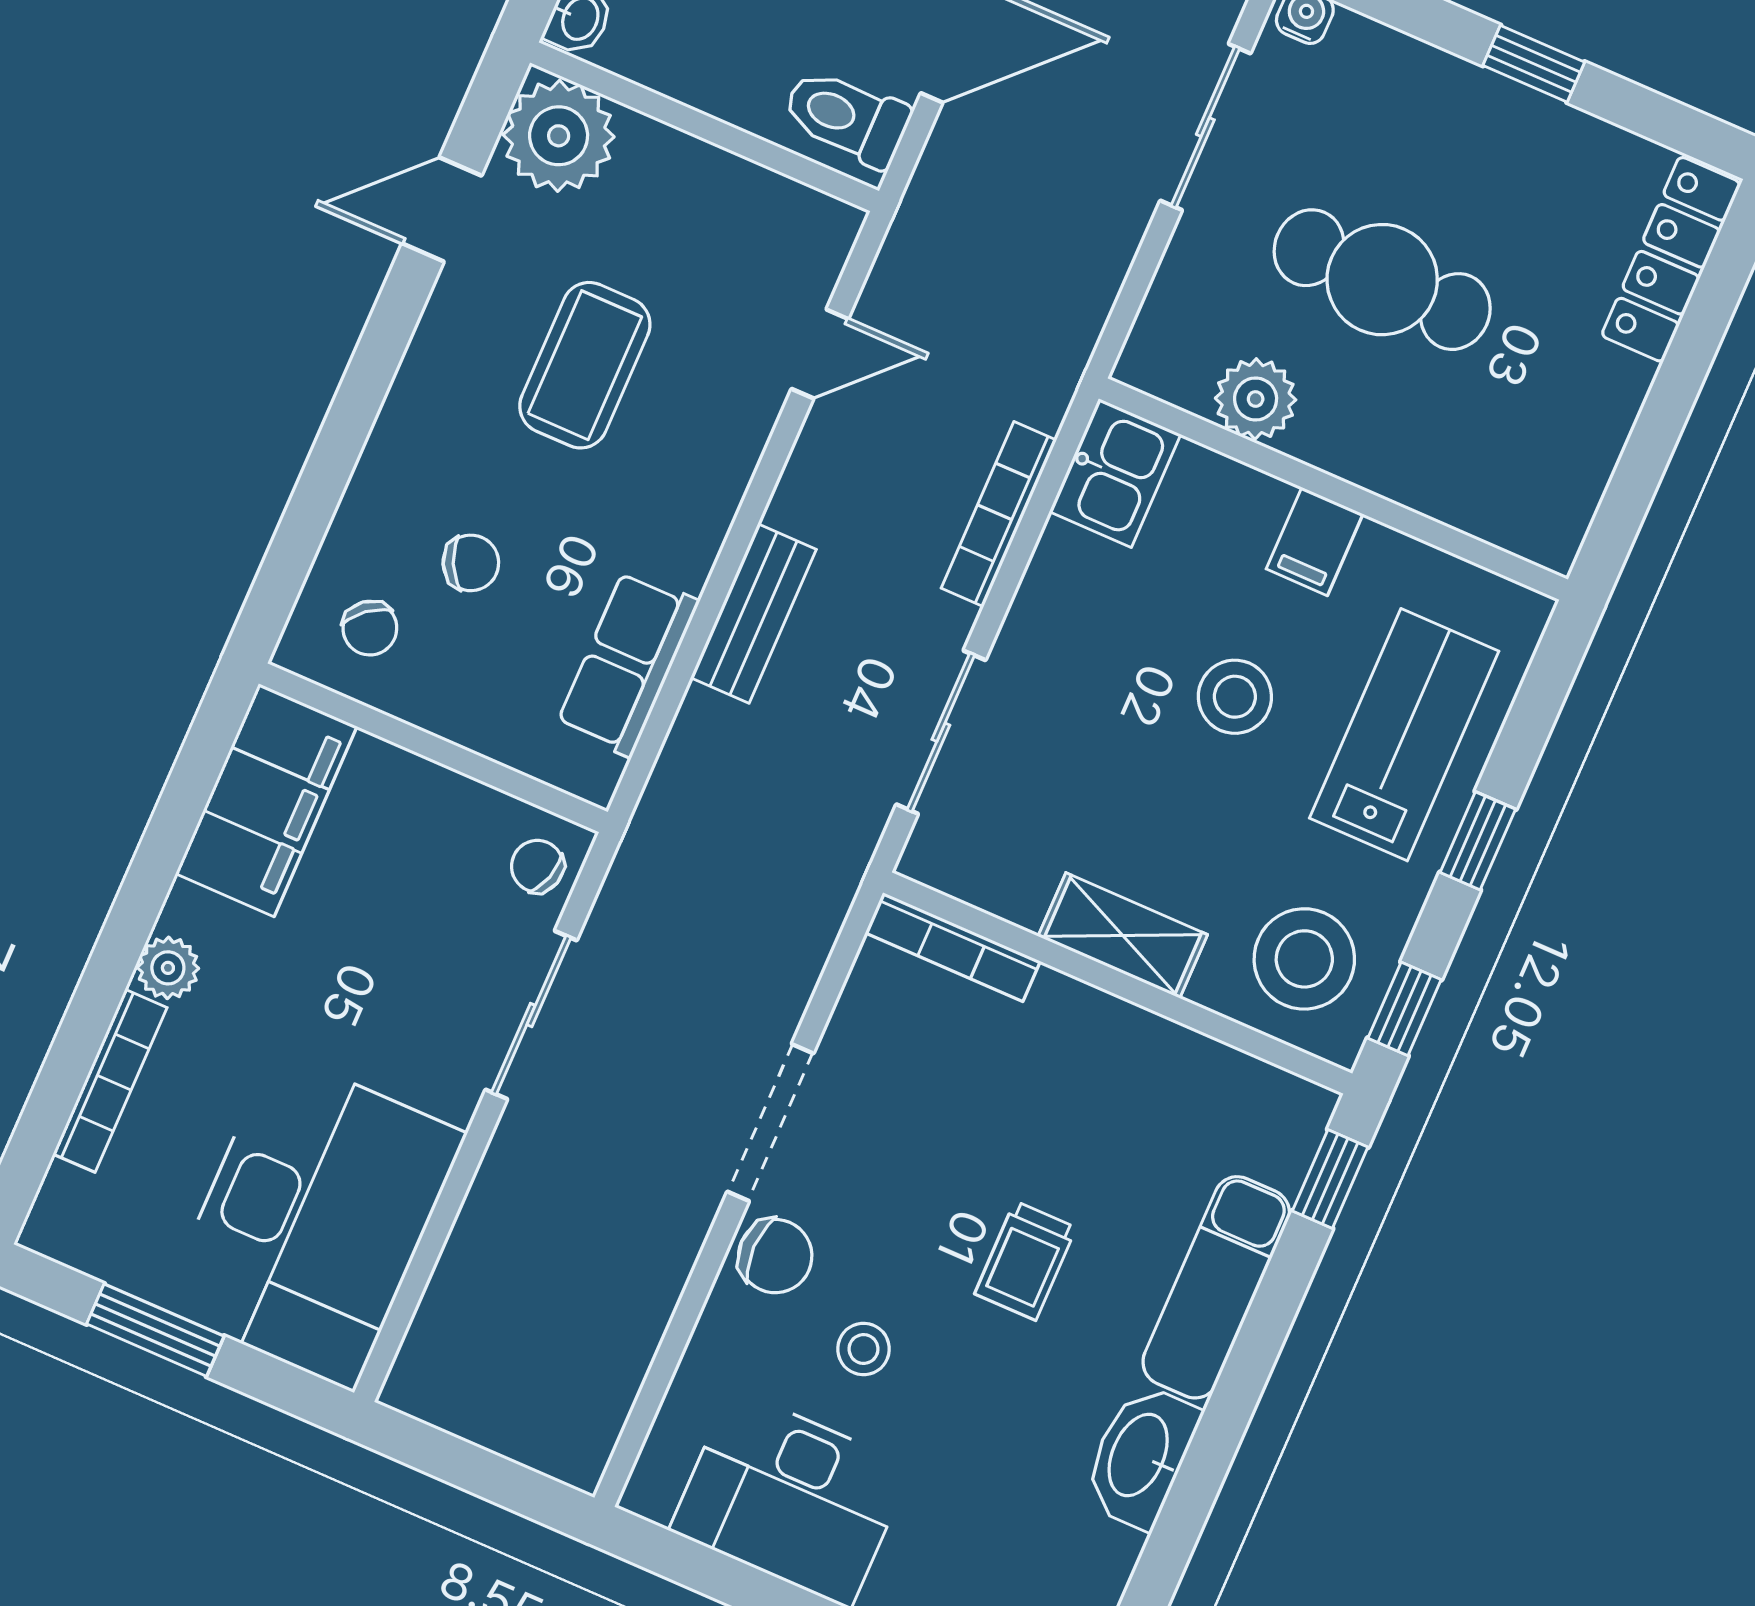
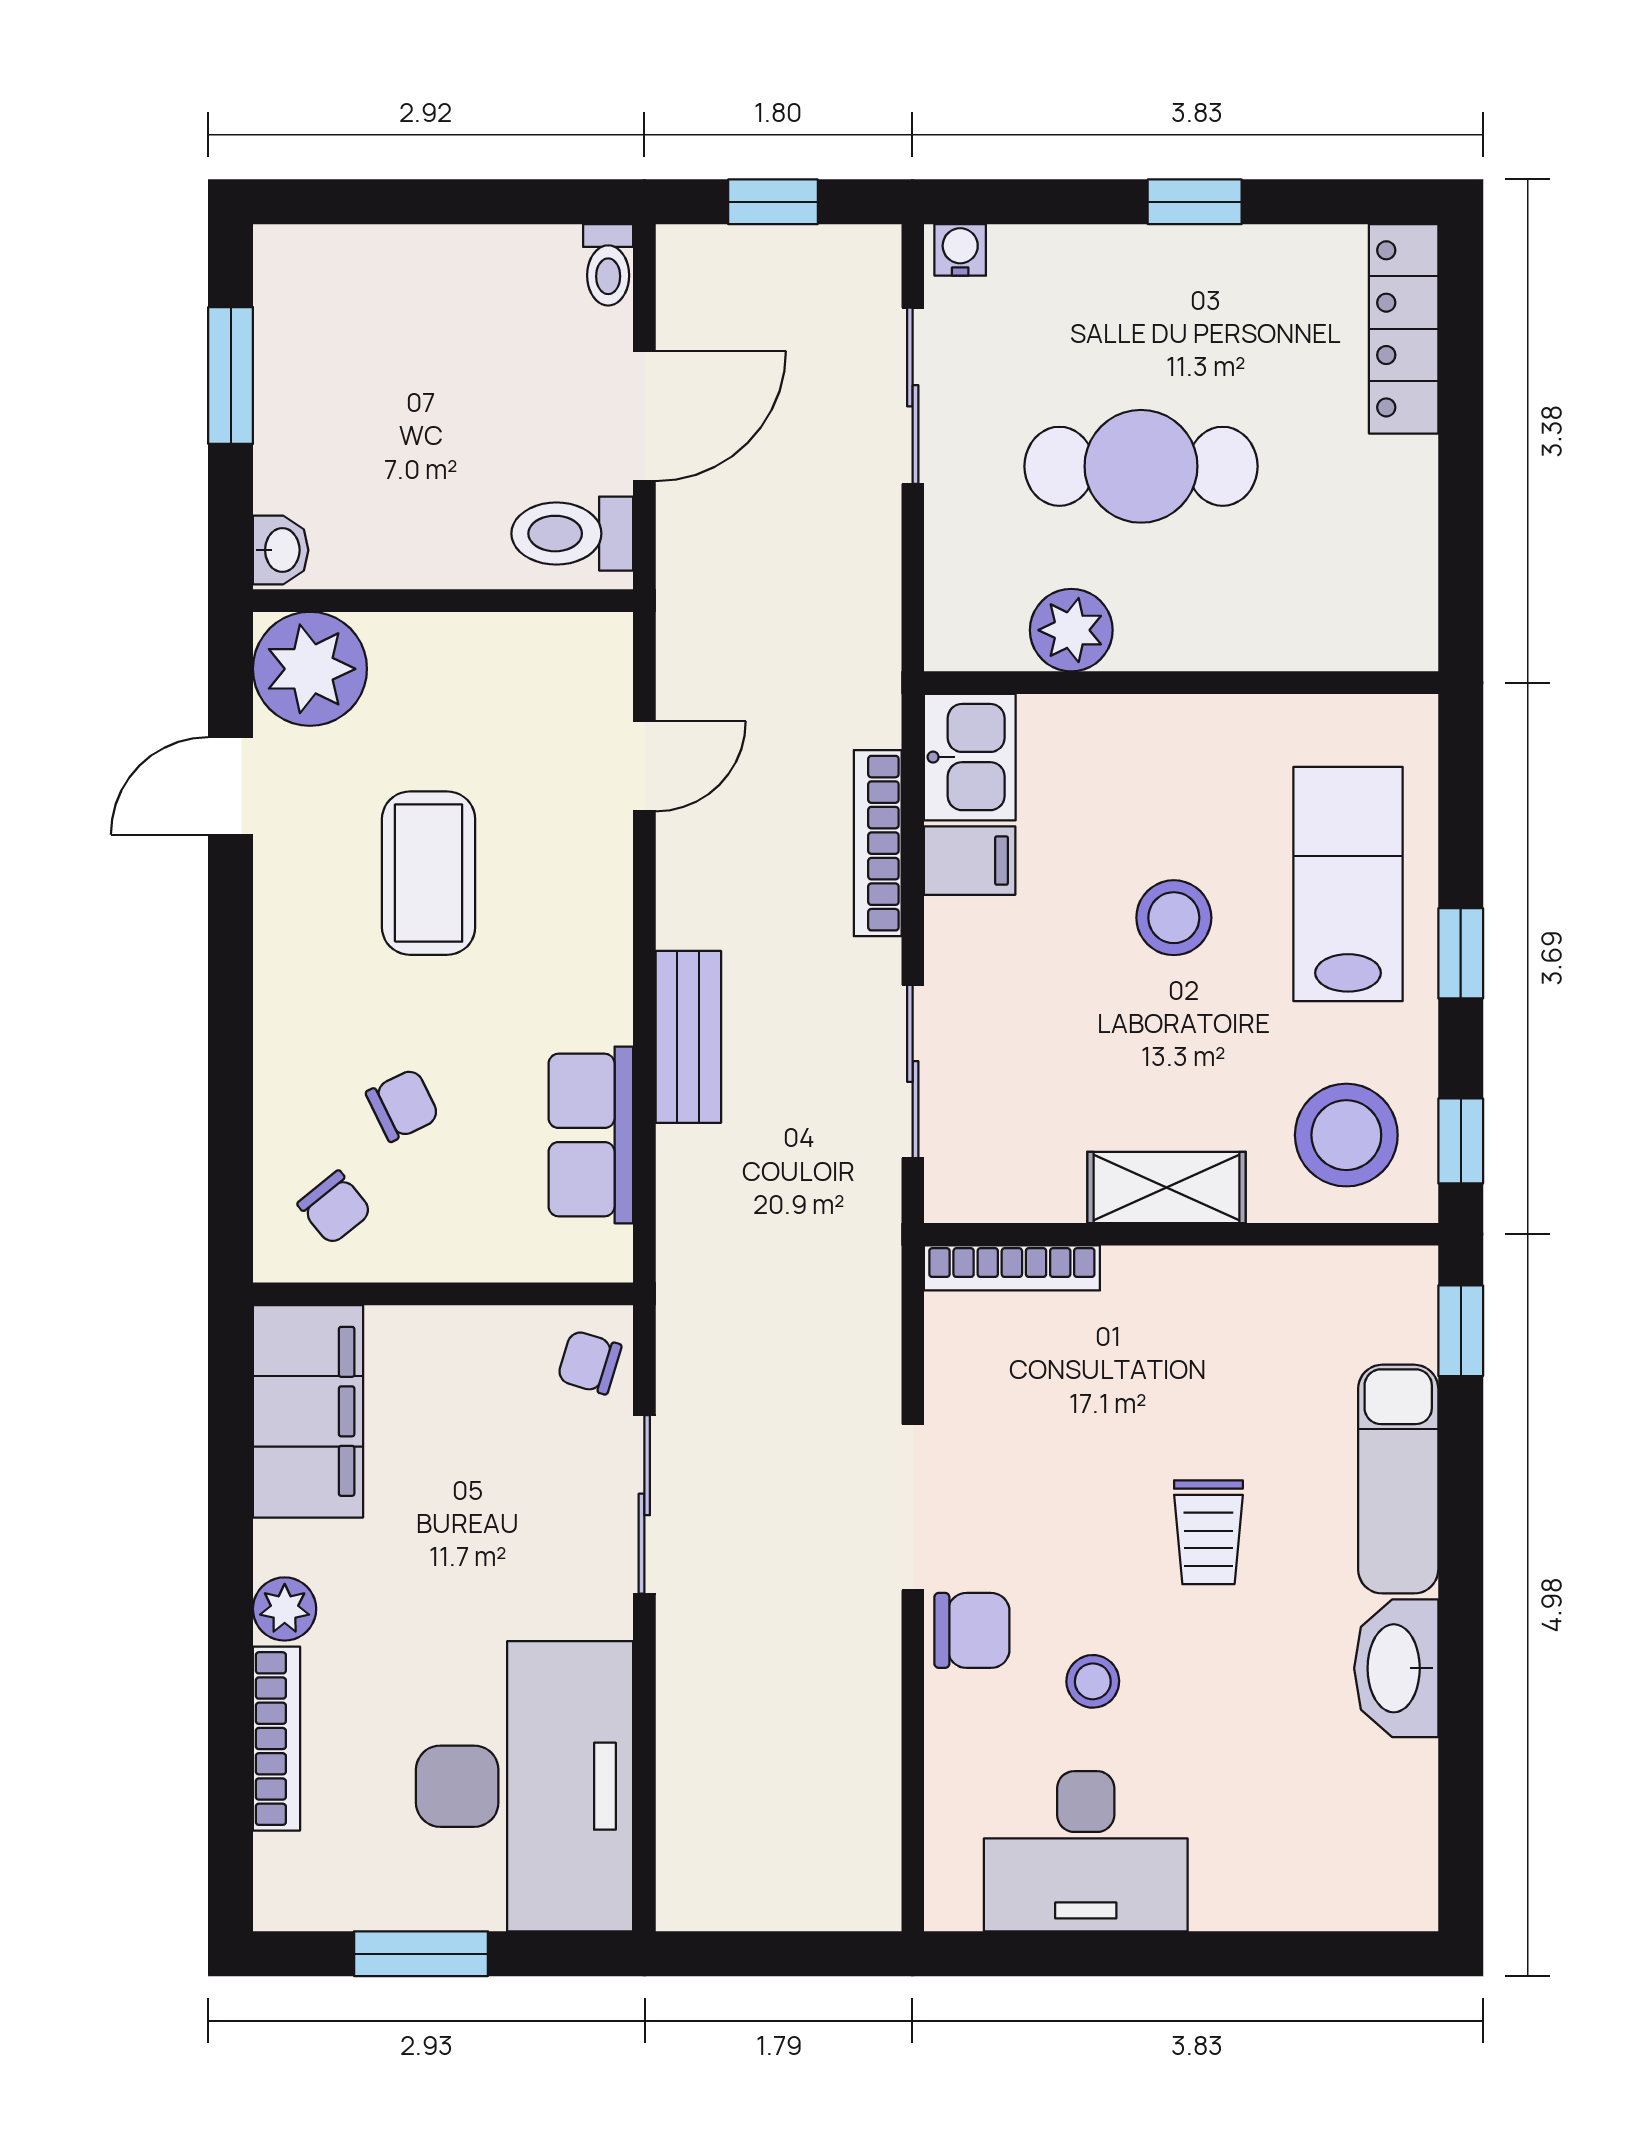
filing cabinet: (1315, 541) -> (970, 861), moved, turned -90

